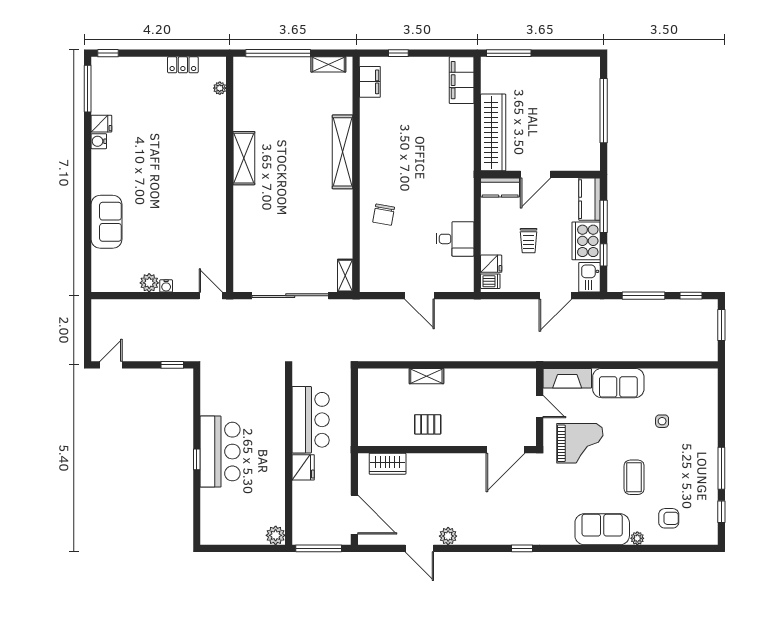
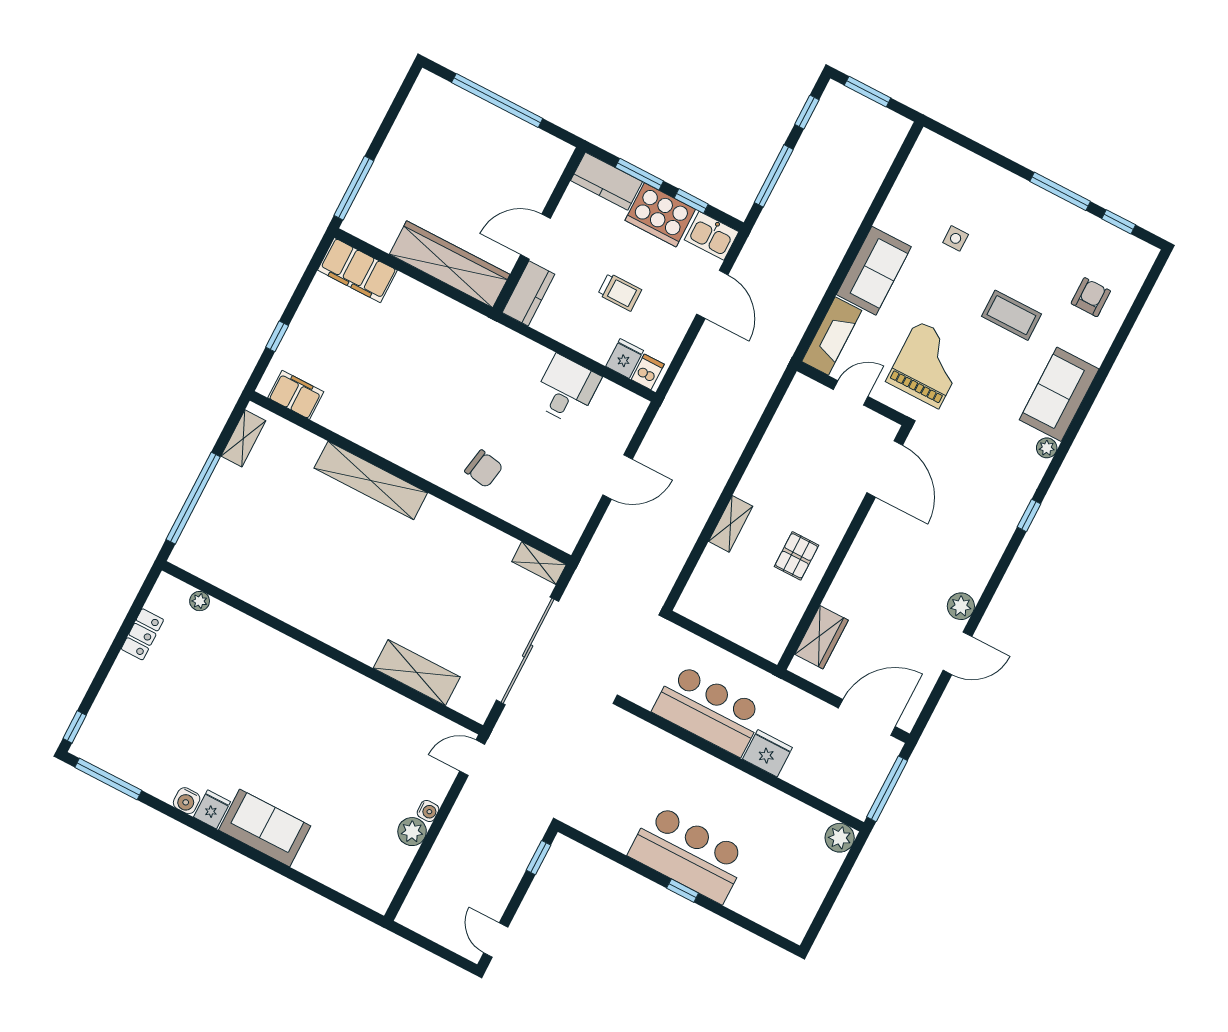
fridge: (101, 124) -> (212, 809), moved
shelving: (244, 158) -> (417, 673), moved
door: (536, 174) -> (536, 237), swing flipped
sofa: (106, 222) -> (265, 828), moved
plant: (637, 538) -> (1047, 448), moved

